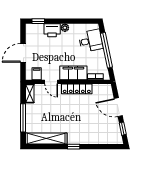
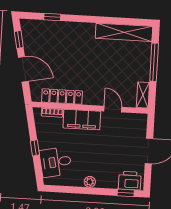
printer: (52, 30) -> (130, 181), moved
window: (106, 50) -> (35, 148), width x0.32
filing cabinet: (37, 74) -> (132, 121), removed
locker: (77, 89) -> (62, 97), moved
window: (74, 147) -> (52, 17), moved

